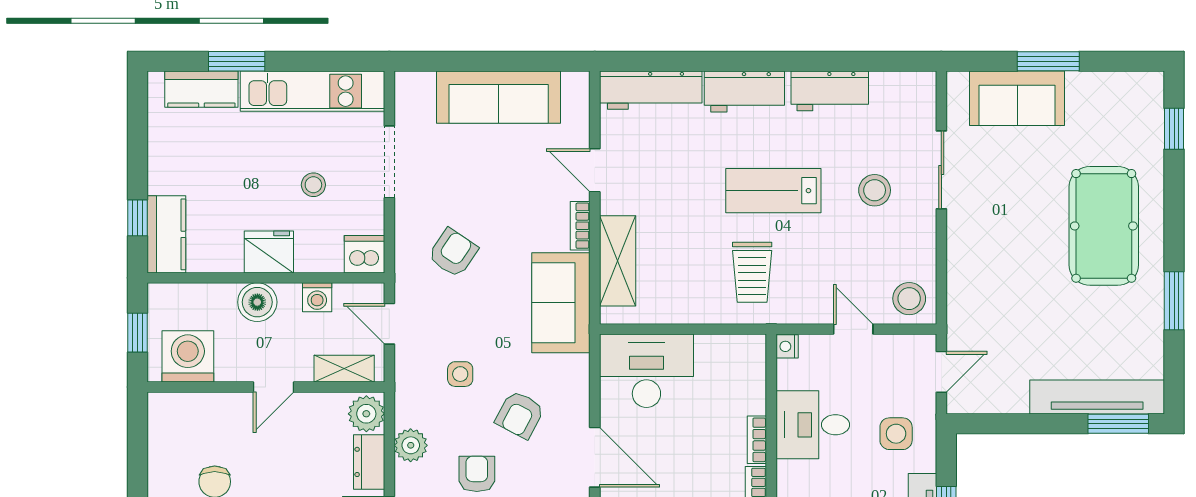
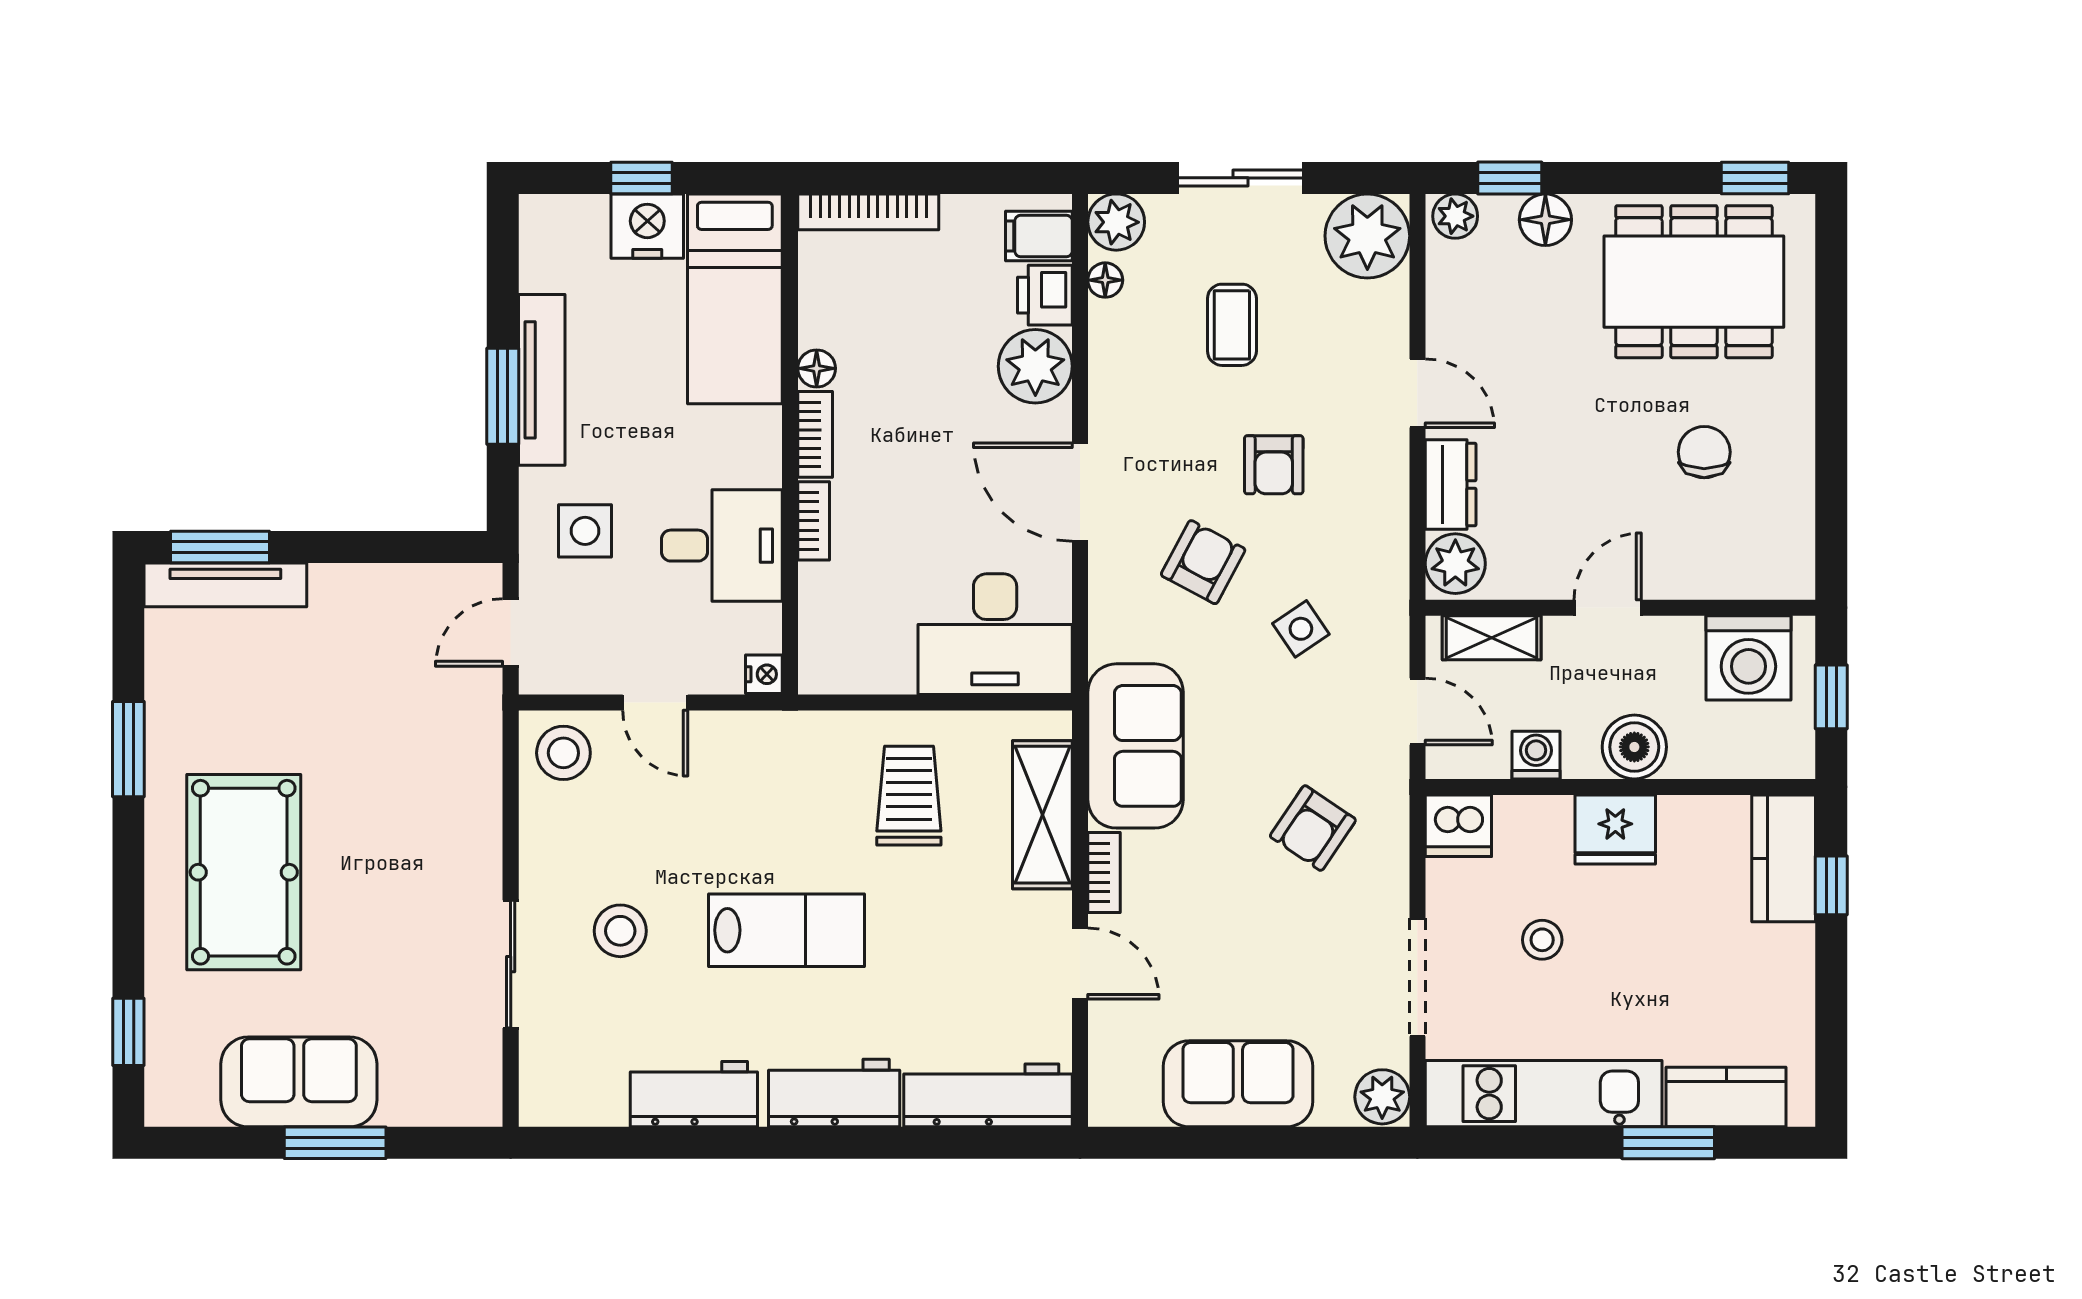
sofa: (499, 97) -> (1238, 1084), width x0.73
sofa: (1017, 98) -> (299, 1082), moved
trolley: (752, 272) -> (909, 796), moved
side table: (460, 374) -> (1301, 629), turned -34
tv unit: (1097, 397) -> (225, 585), width x0.73, depth x0.78
plant: (411, 445) -> (1382, 1097), moved

